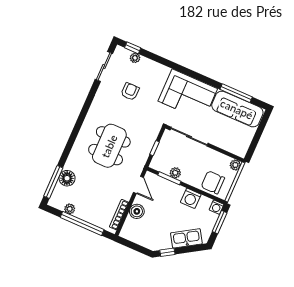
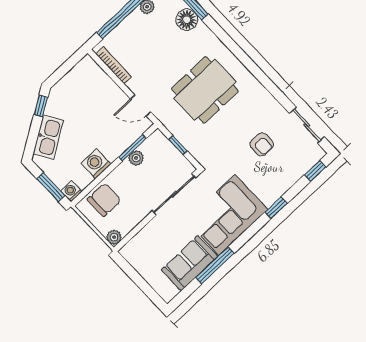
plant: (135, 58) -> (301, 169), removed
window: (169, 64) -> (276, 208), added
window: (236, 93) -> (215, 265), moved
sofa: (237, 109) -> (189, 263), width x0.73
dining table: (109, 146) -> (205, 90), turned 90
boiler: (137, 211) -> (108, 89), removed

